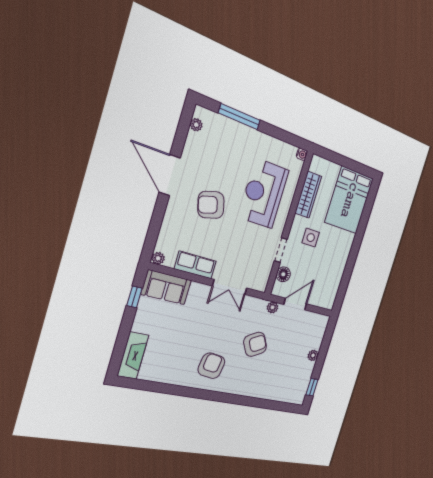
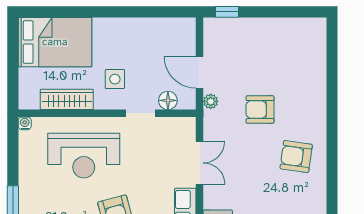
armchair: (255, 344) -> (260, 110), turned -61
plant: (313, 355) -> (259, 25), removed
window: (312, 387) -> (227, 12), moved

